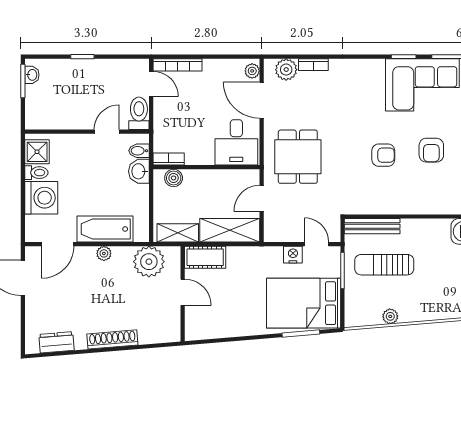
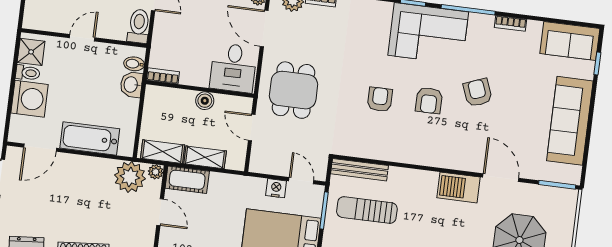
door: (107, 132) -> (82, 38), moved
armchair: (383, 155) -> (380, 99), turned -90
boiler: (174, 178) -> (205, 101), moved
door: (262, 198) -> (252, 127), hinge flipped
shelving: (230, 230) -> (205, 157), width x0.67, depth x0.75
plant: (104, 253) -> (156, 172), moved

